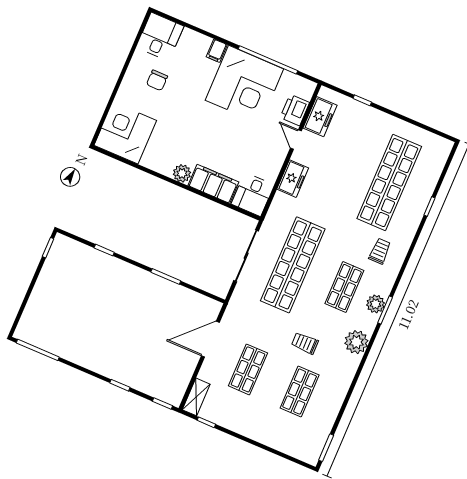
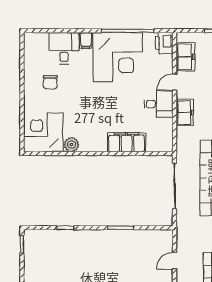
desk: (160, 37) -> (64, 48), moved
printer: (295, 110) -> (164, 43), moved
door: (296, 140) -> (175, 82), hinge flipped
plant: (182, 173) -> (71, 145), moved
desk: (253, 194) -> (159, 104), moved, turned -90
door: (210, 339) -> (175, 261), width x0.53

